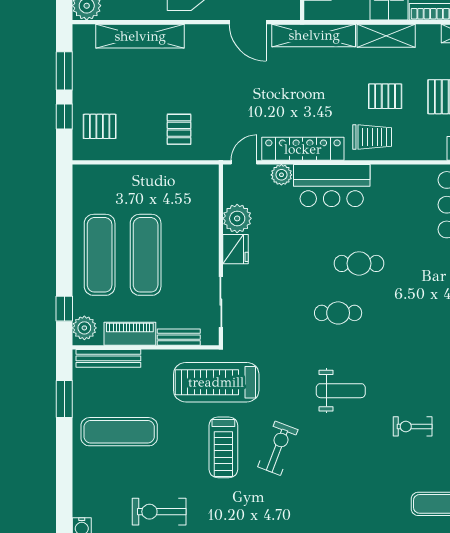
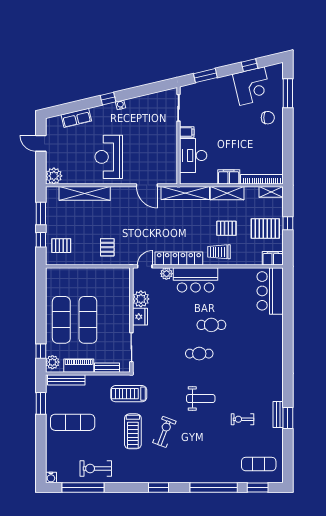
trolley: (372, 137) -> (219, 252), turned 180
treadmill: (216, 382) -> (129, 394), width x0.73, depth x0.73

